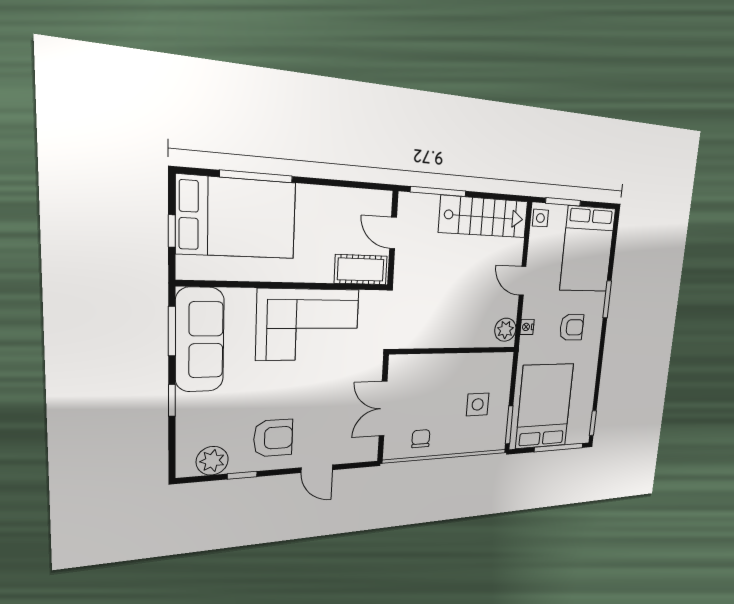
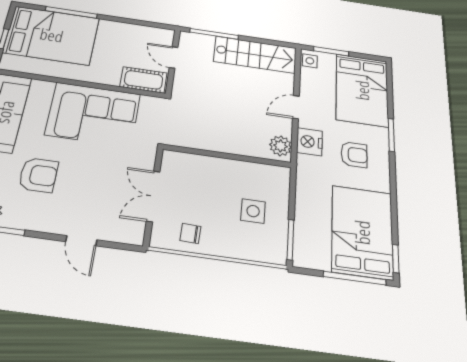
door: (523, 281) -> (296, 107), hinge flipped
nightstand: (527, 327) -> (310, 142), width x1.89, depth x1.79
bed: (545, 406) -> (362, 232), moved
armchair: (273, 438) -> (38, 175), moved
chair: (421, 439) -> (190, 233), turned -88

